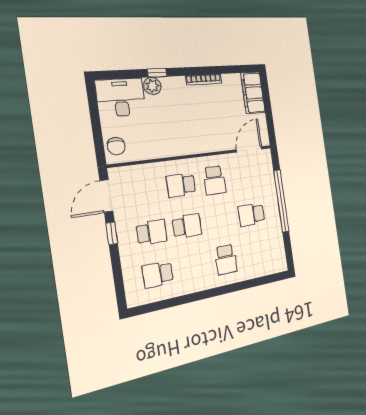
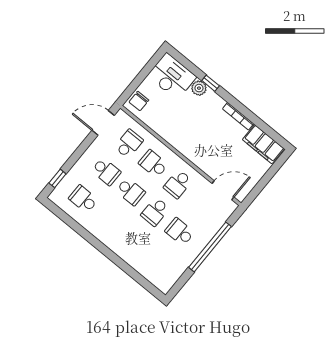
filing cabinet: (253, 93) -> (263, 144), moved, turned -90
school desk: (146, 190) -> (129, 144), added
window: (112, 233) -> (57, 178), moved
school desk: (226, 260) -> (155, 212), moved

